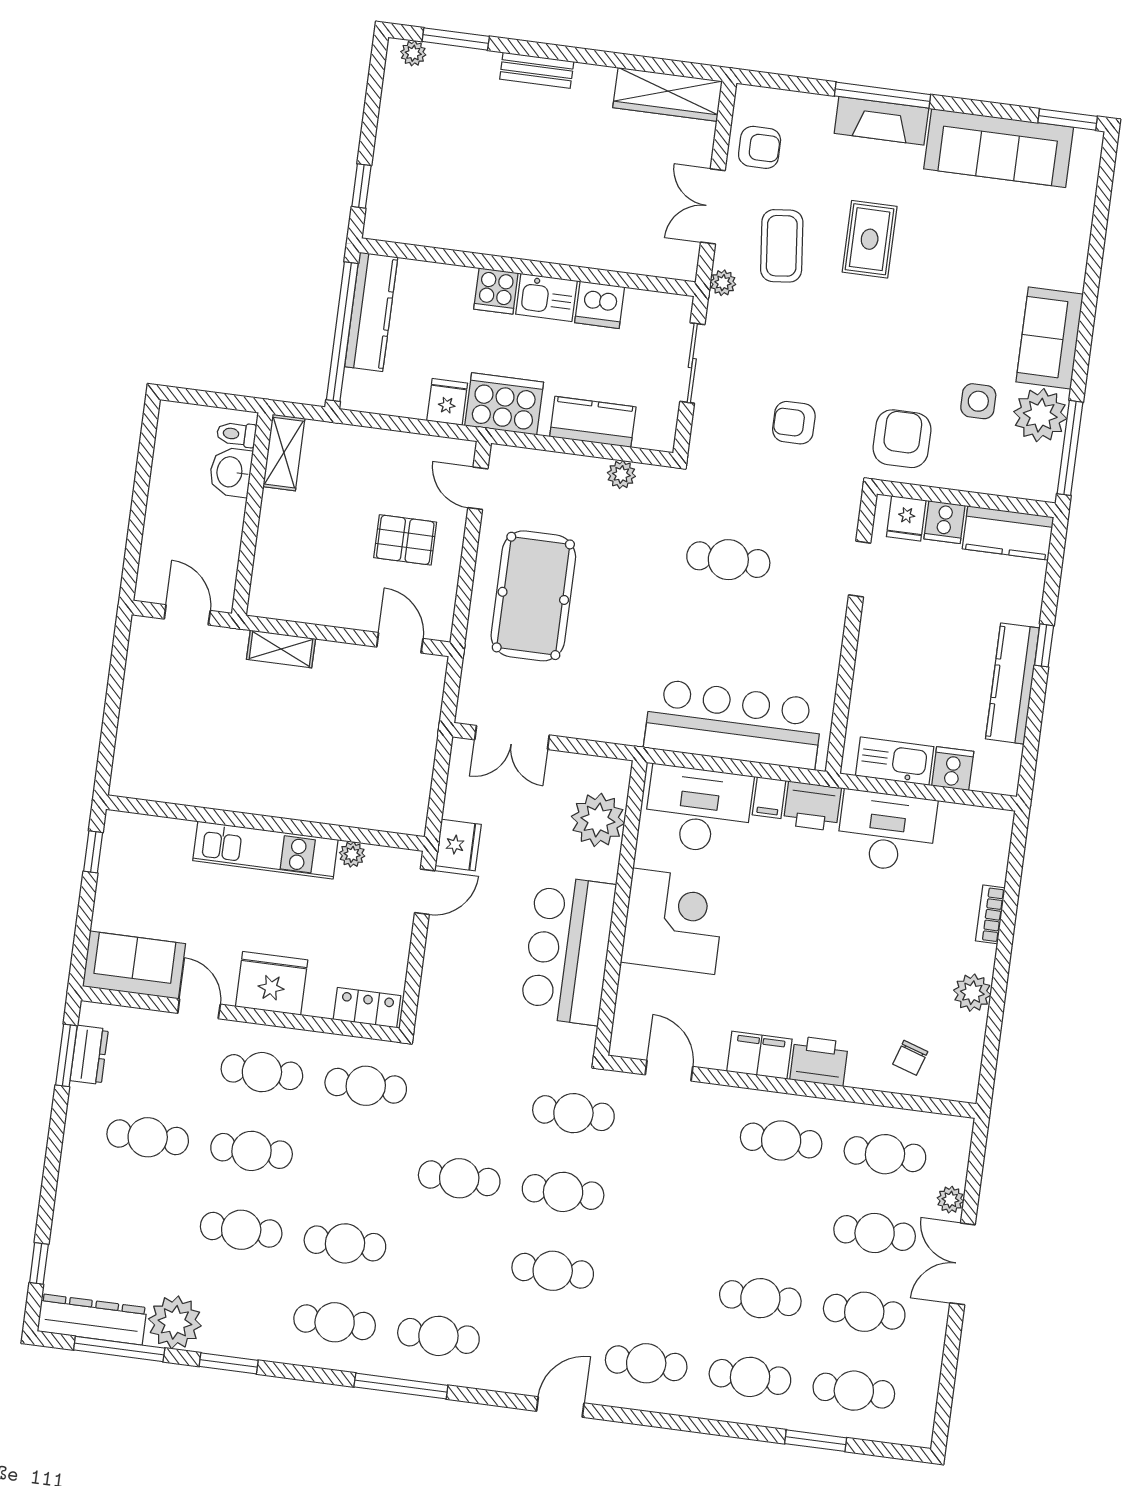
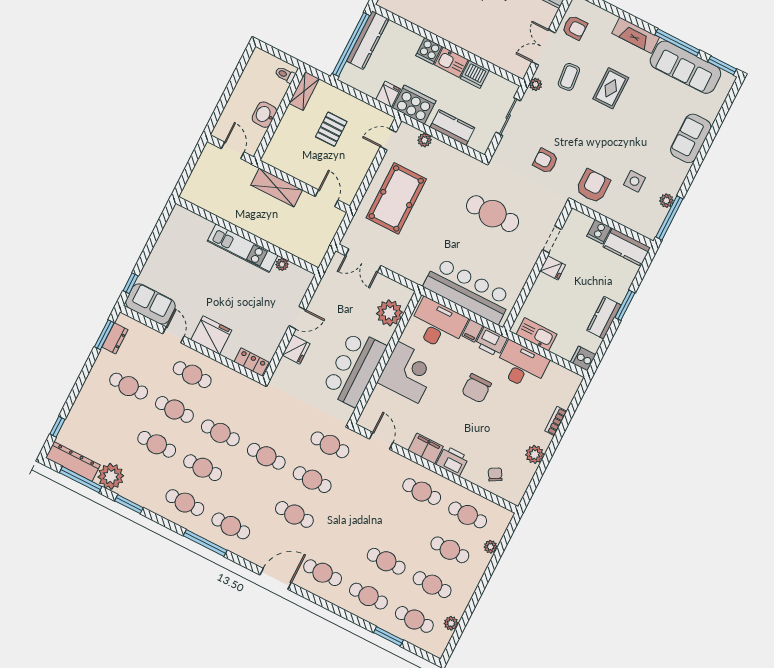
window: (883, 95) -> (677, 42), moved
coffee table: (782, 246) -> (569, 77), width x0.73, depth x0.77
sofa: (1050, 338) -> (691, 138), moved
plant: (1040, 415) -> (666, 201), width x0.53, depth x0.53
washbasin: (231, 472) -> (264, 115), moved
plant: (621, 475) -> (425, 140), moved
door: (478, 488) -> (388, 139), hinge flipped
fridge: (906, 518) -> (553, 268), moved, turned -90
pallet: (405, 540) -> (331, 129), moved, turned 90
cafe table: (728, 560) -> (493, 214), width x1.37, depth x1.35
window: (1044, 645) -> (625, 305), width x1.50
shelving: (281, 649) -> (277, 187), width x1.50, depth x1.33
kitchen counter: (1012, 683) -> (604, 318), width x0.67
cooker: (953, 769) -> (583, 358), moved, turned -90
wall: (265, 823) -> (247, 236), moved
fridge: (458, 845) -> (296, 349), moved
kitchen unit: (265, 850) -> (243, 248), moved
window: (93, 852) -> (131, 283), moved
plant: (352, 854) -> (282, 264), moved
chair: (816, 905) -> (476, 388), added
chair: (910, 1058) -> (495, 474), turned 132
cafe table: (366, 1086) -> (220, 433), moved
double door: (963, 1264) -> (486, 579), removed
plant: (927, 1373) -> (451, 623), added
door: (560, 1407) -> (276, 579), width x1.37

